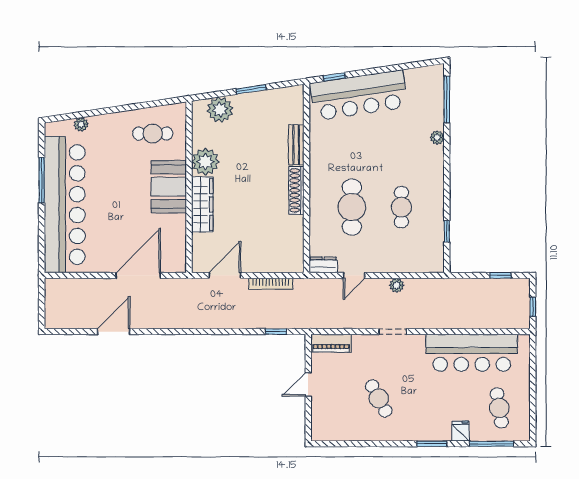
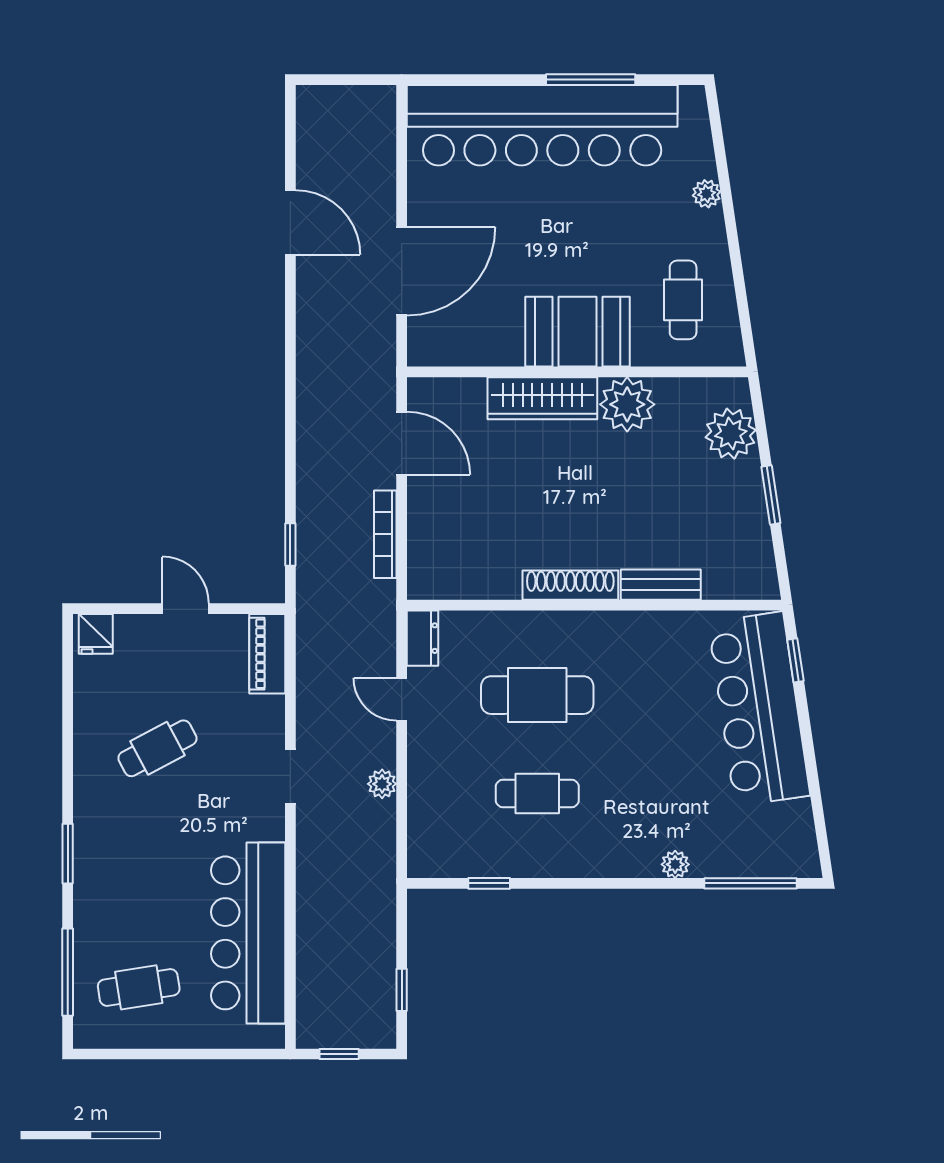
plant: (81, 124) -> (707, 194), moved
door: (138, 275) -> (402, 271), hinge flipped
fridge: (461, 431) -> (96, 634), moved, turned 90

